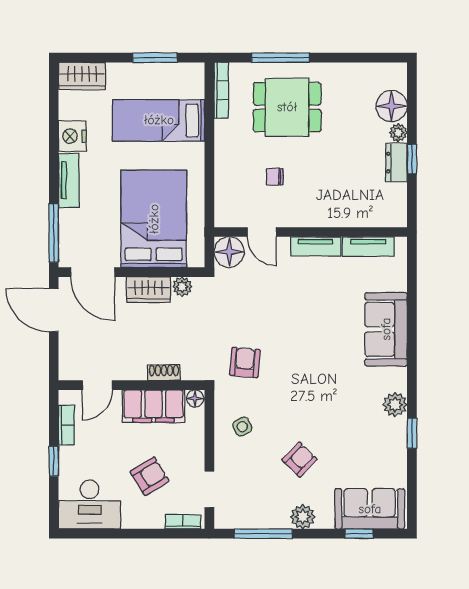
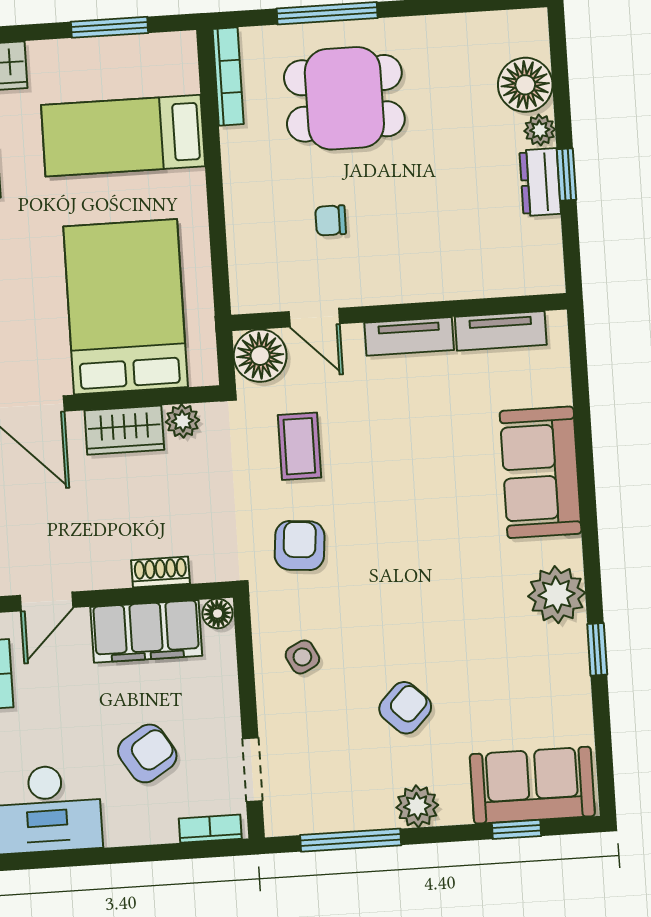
coffee table: (248, 305) -> (299, 446), added
plant: (395, 405) -> (557, 595), width x1.36, depth x1.36

